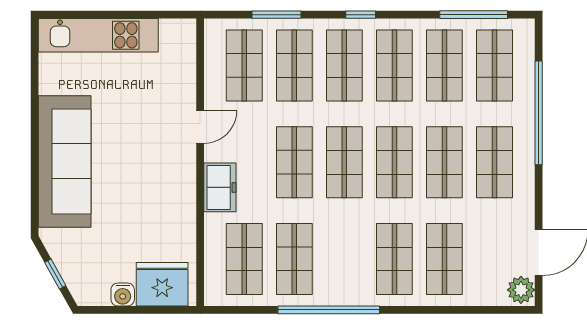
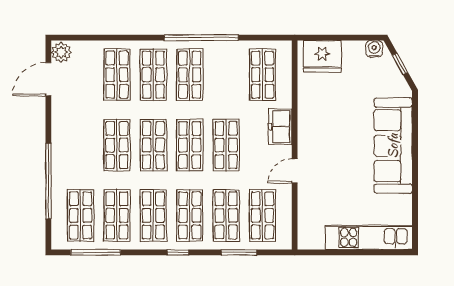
shop shelf: (494, 162) -> (81, 145), removed
shop shelf: (294, 259) -> (190, 75), moved
water cooler: (123, 294) -> (374, 49), moved

